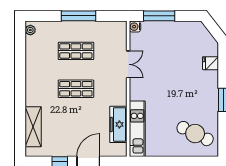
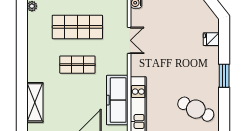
shop shelf: (76, 51) -> (77, 27), width x1.43, depth x1.36
freezer: (118, 124) -> (117, 100), width x1.36, depth x1.26

